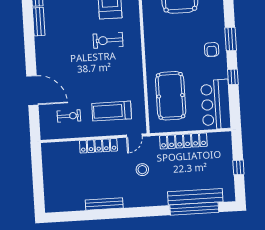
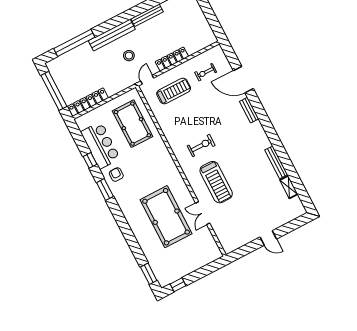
bench: (39, 22) -> (249, 110), moved
bar counter: (216, 104) -> (100, 145), moved
locker: (183, 141) -> (88, 102), moved
window: (238, 167) -> (54, 91), width x3.17
bench: (195, 197) -> (112, 35), moved

